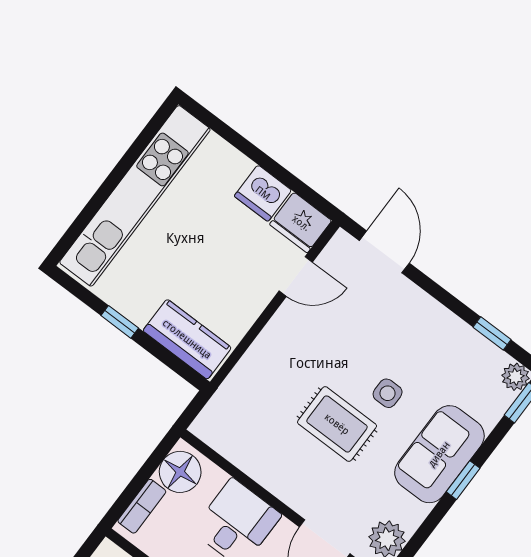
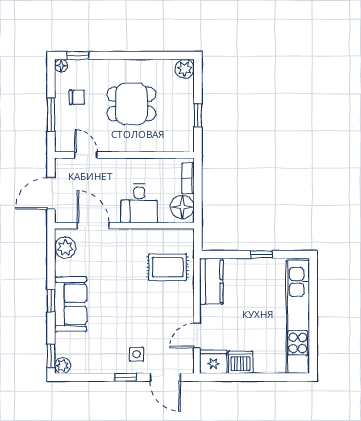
window: (492, 333) -> (126, 377), moved
kitchen counter: (187, 339) -> (211, 281), moved, turned -90
side table: (388, 393) -> (137, 354), moved
rug: (337, 424) -> (168, 267), moved

